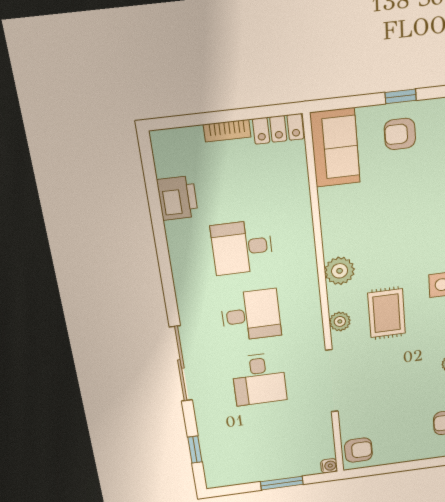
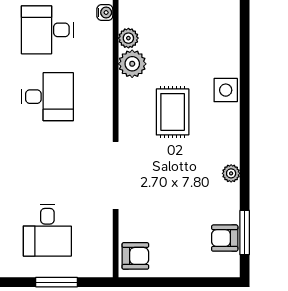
plant: (340, 321) -> (128, 38), moved
desk: (259, 379) -> (47, 230), moved
water cooler: (329, 466) -> (105, 13), moved

